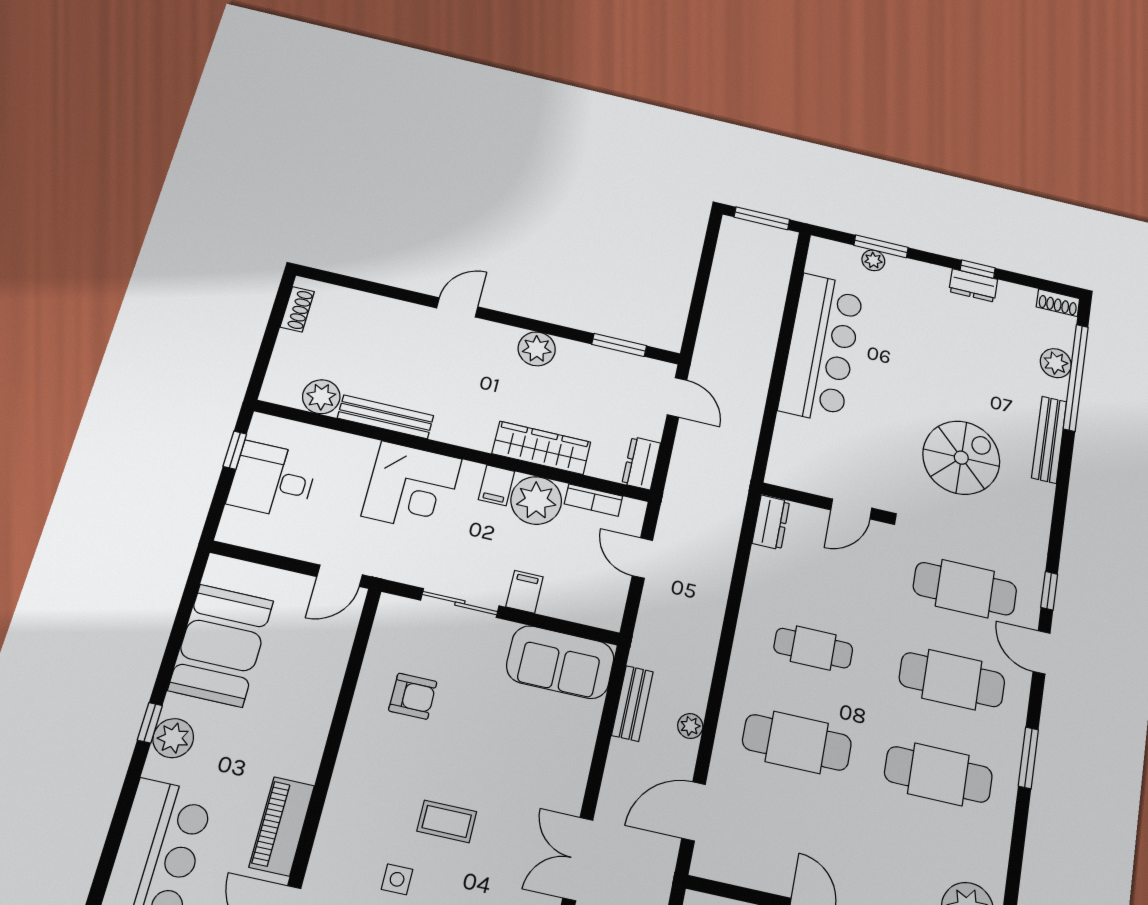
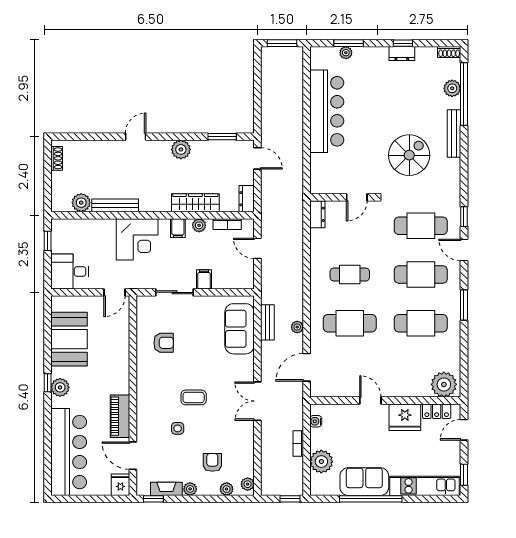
desk: (273, 480) -> (70, 271), moved
plant: (536, 500) -> (199, 225), width x0.53, depth x0.53
sofa: (560, 662) -> (240, 329), moved, turned 90

